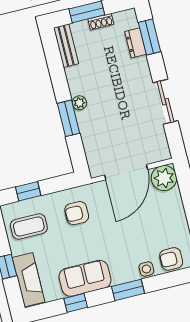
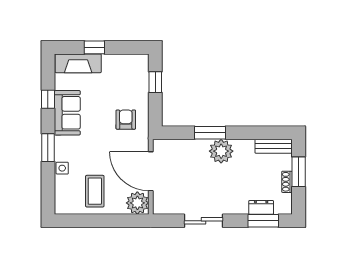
plant: (79, 103) -> (221, 151), width x1.88, depth x1.88
coffee table: (29, 227) -> (95, 191), moved
armchair: (171, 259) -> (66, 192), removed

